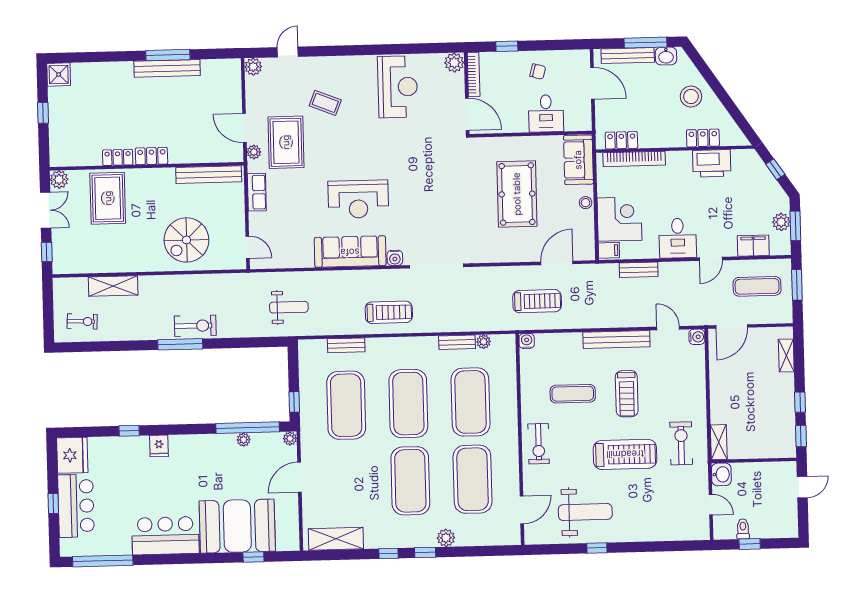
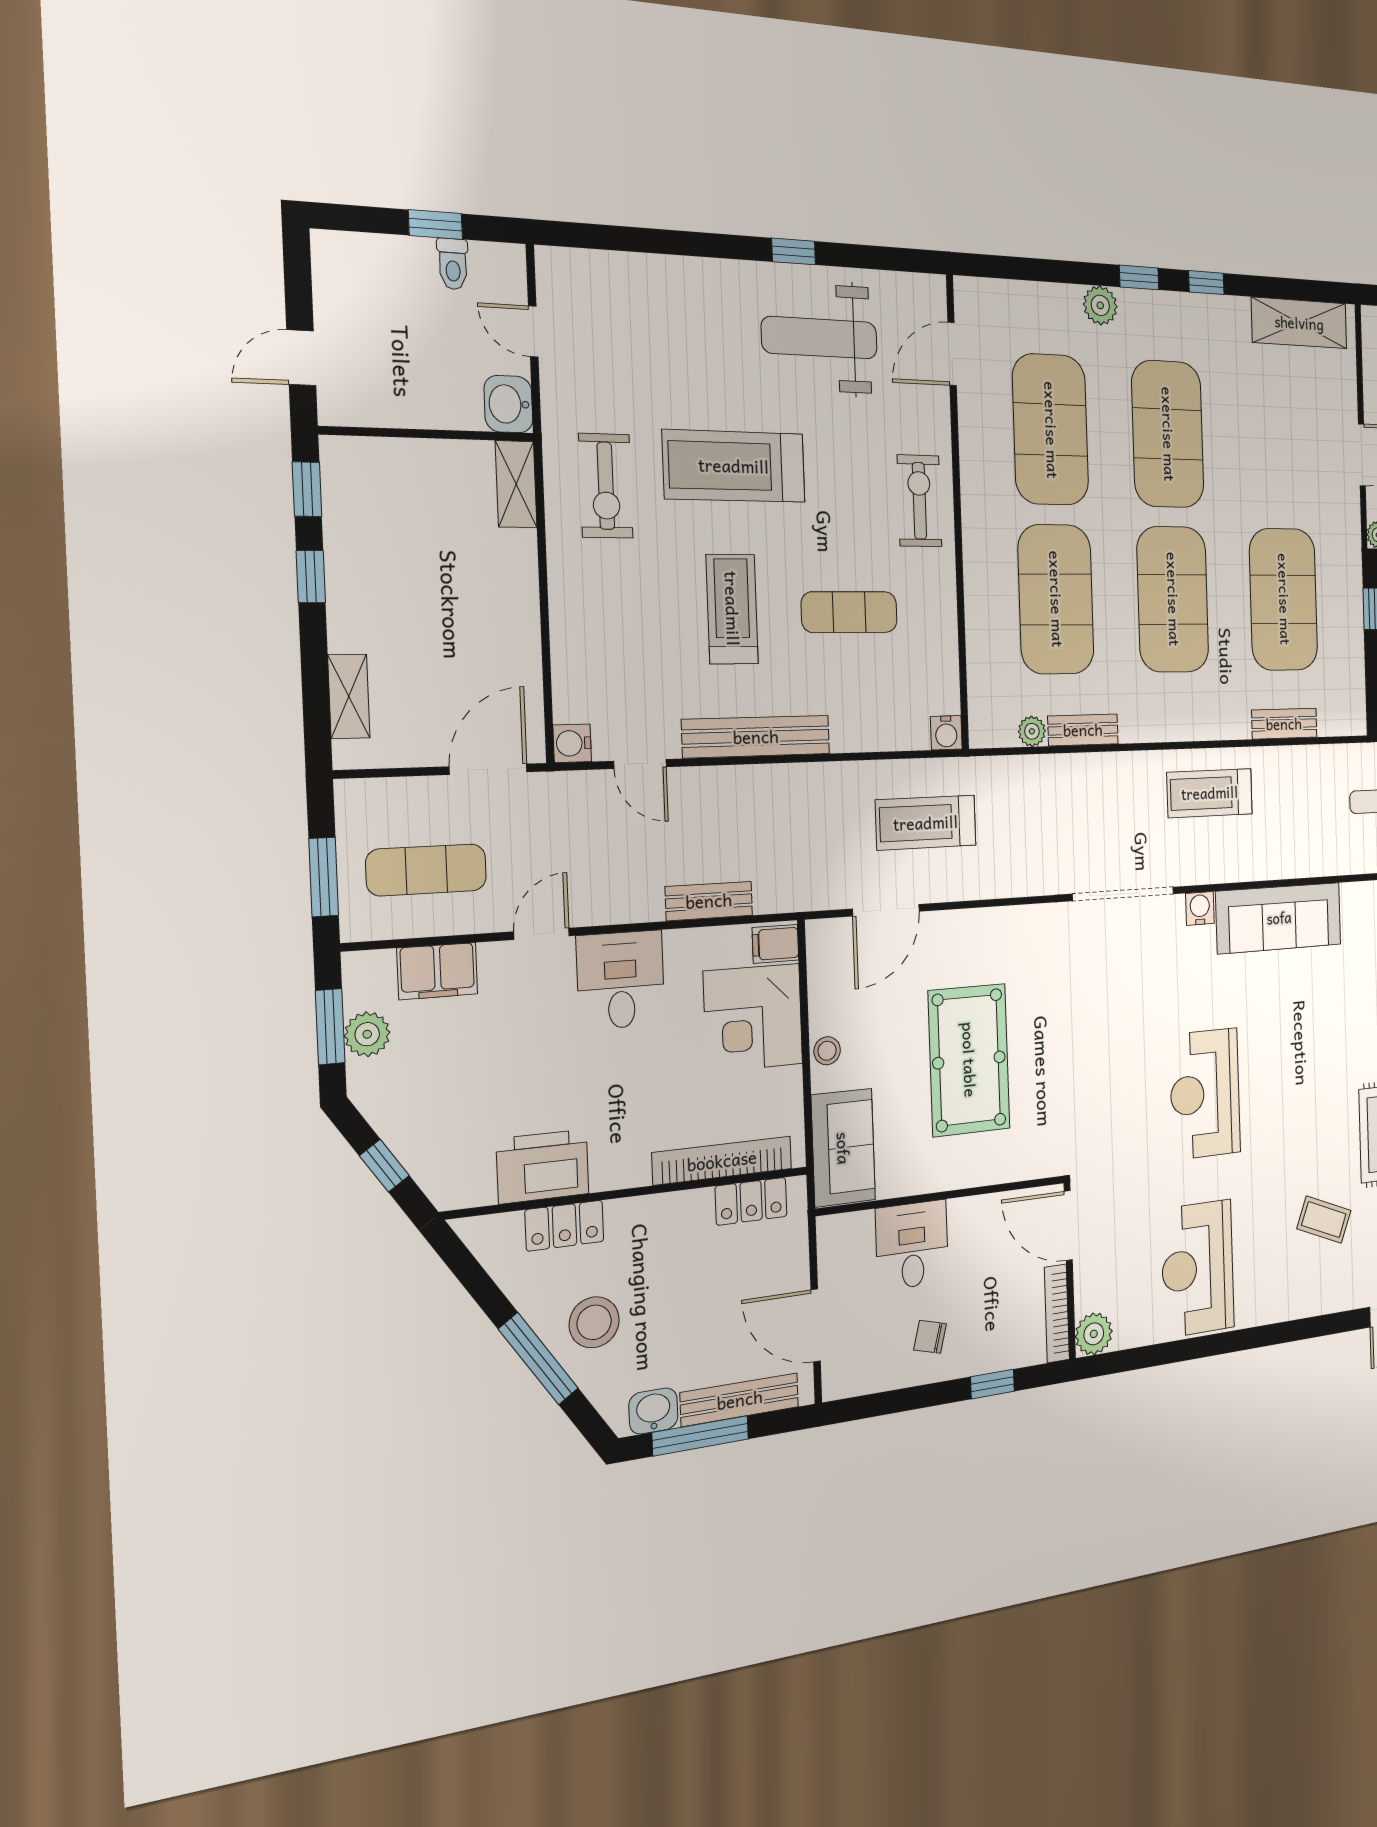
window: (715, 84) -> (538, 1359), added
reception desk: (358, 199) -> (1205, 1094), moved, turned -90

